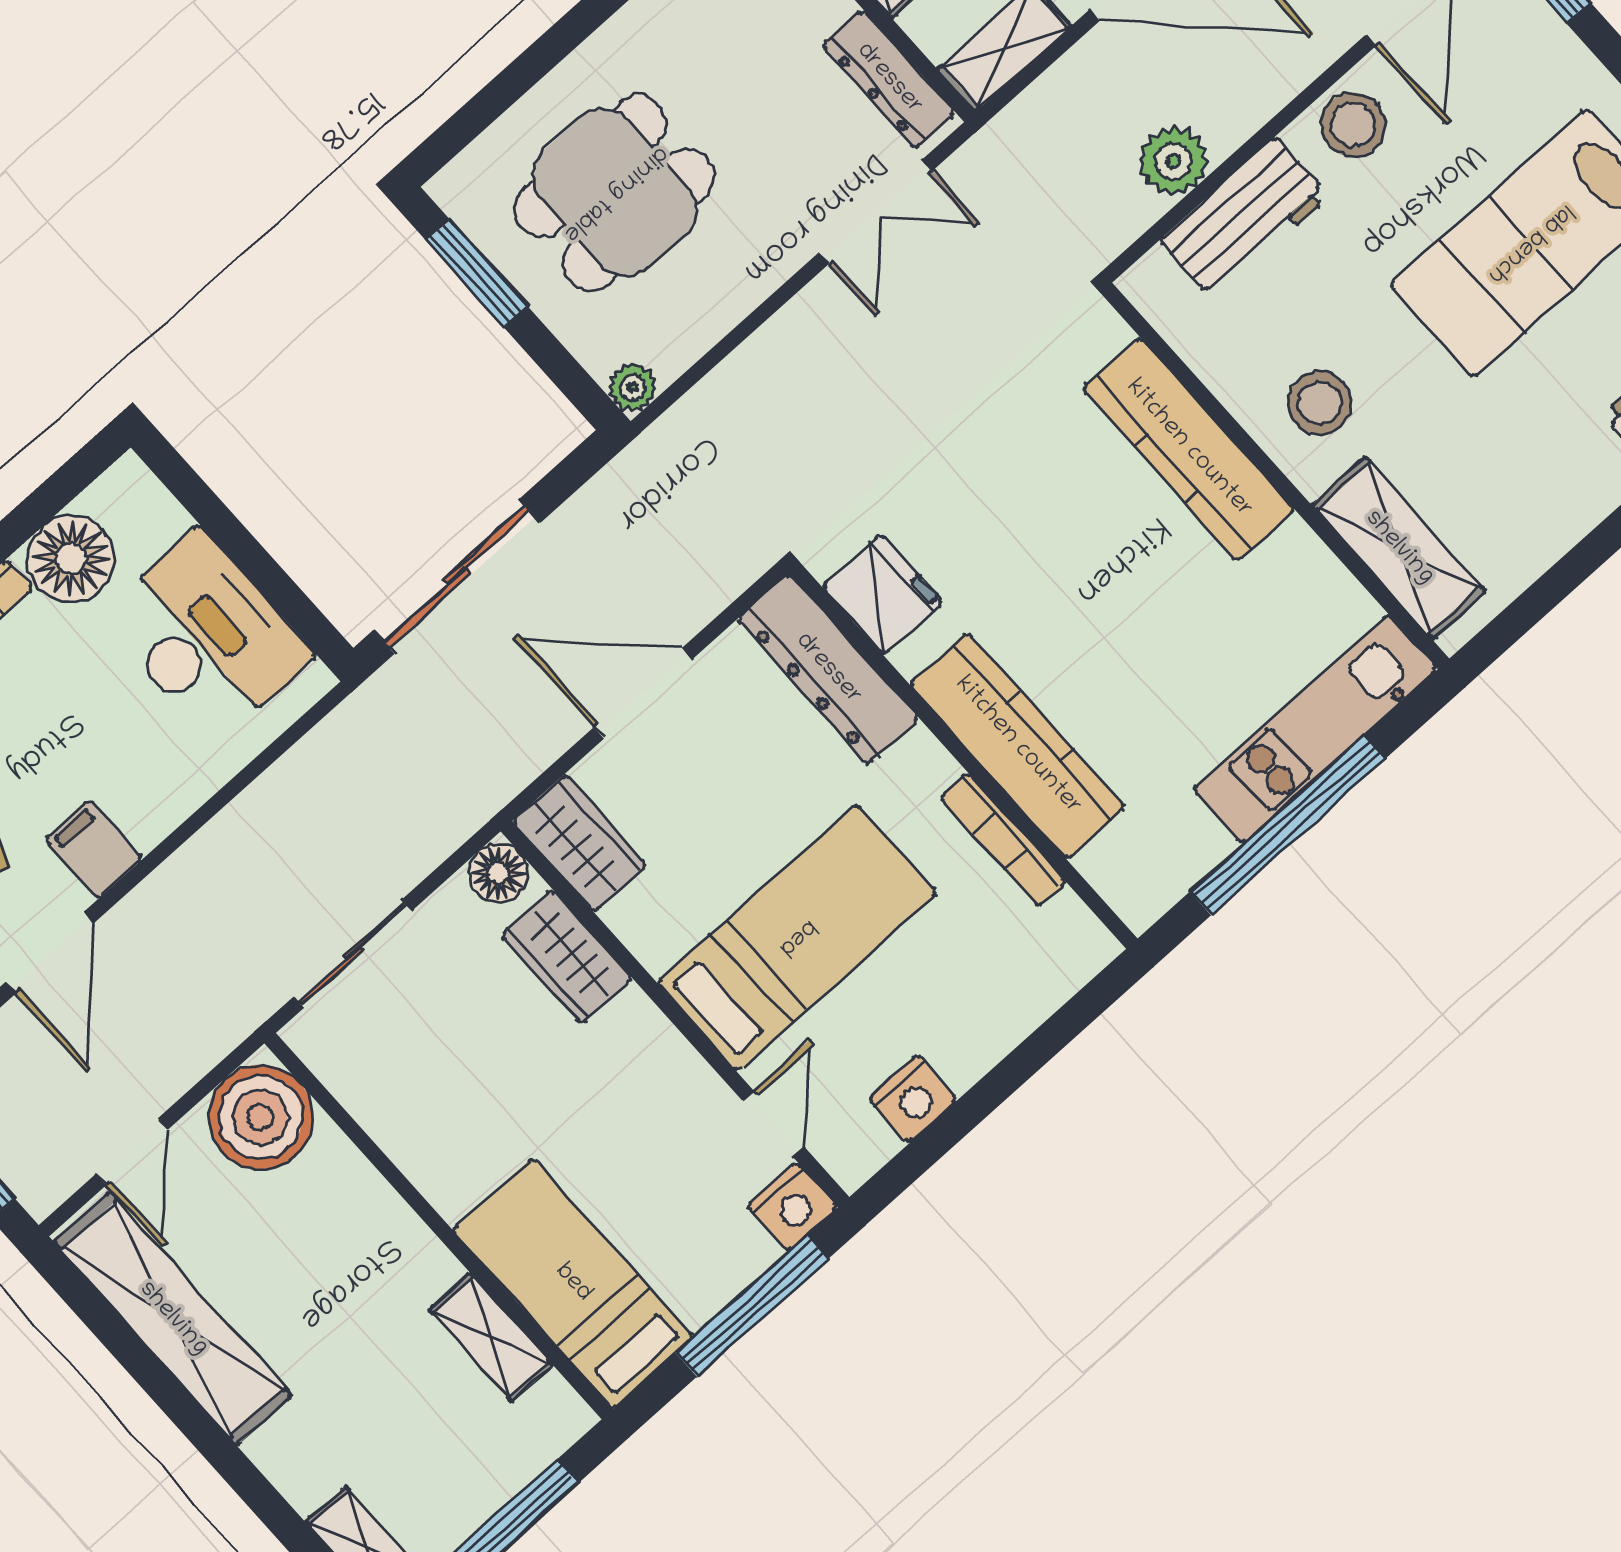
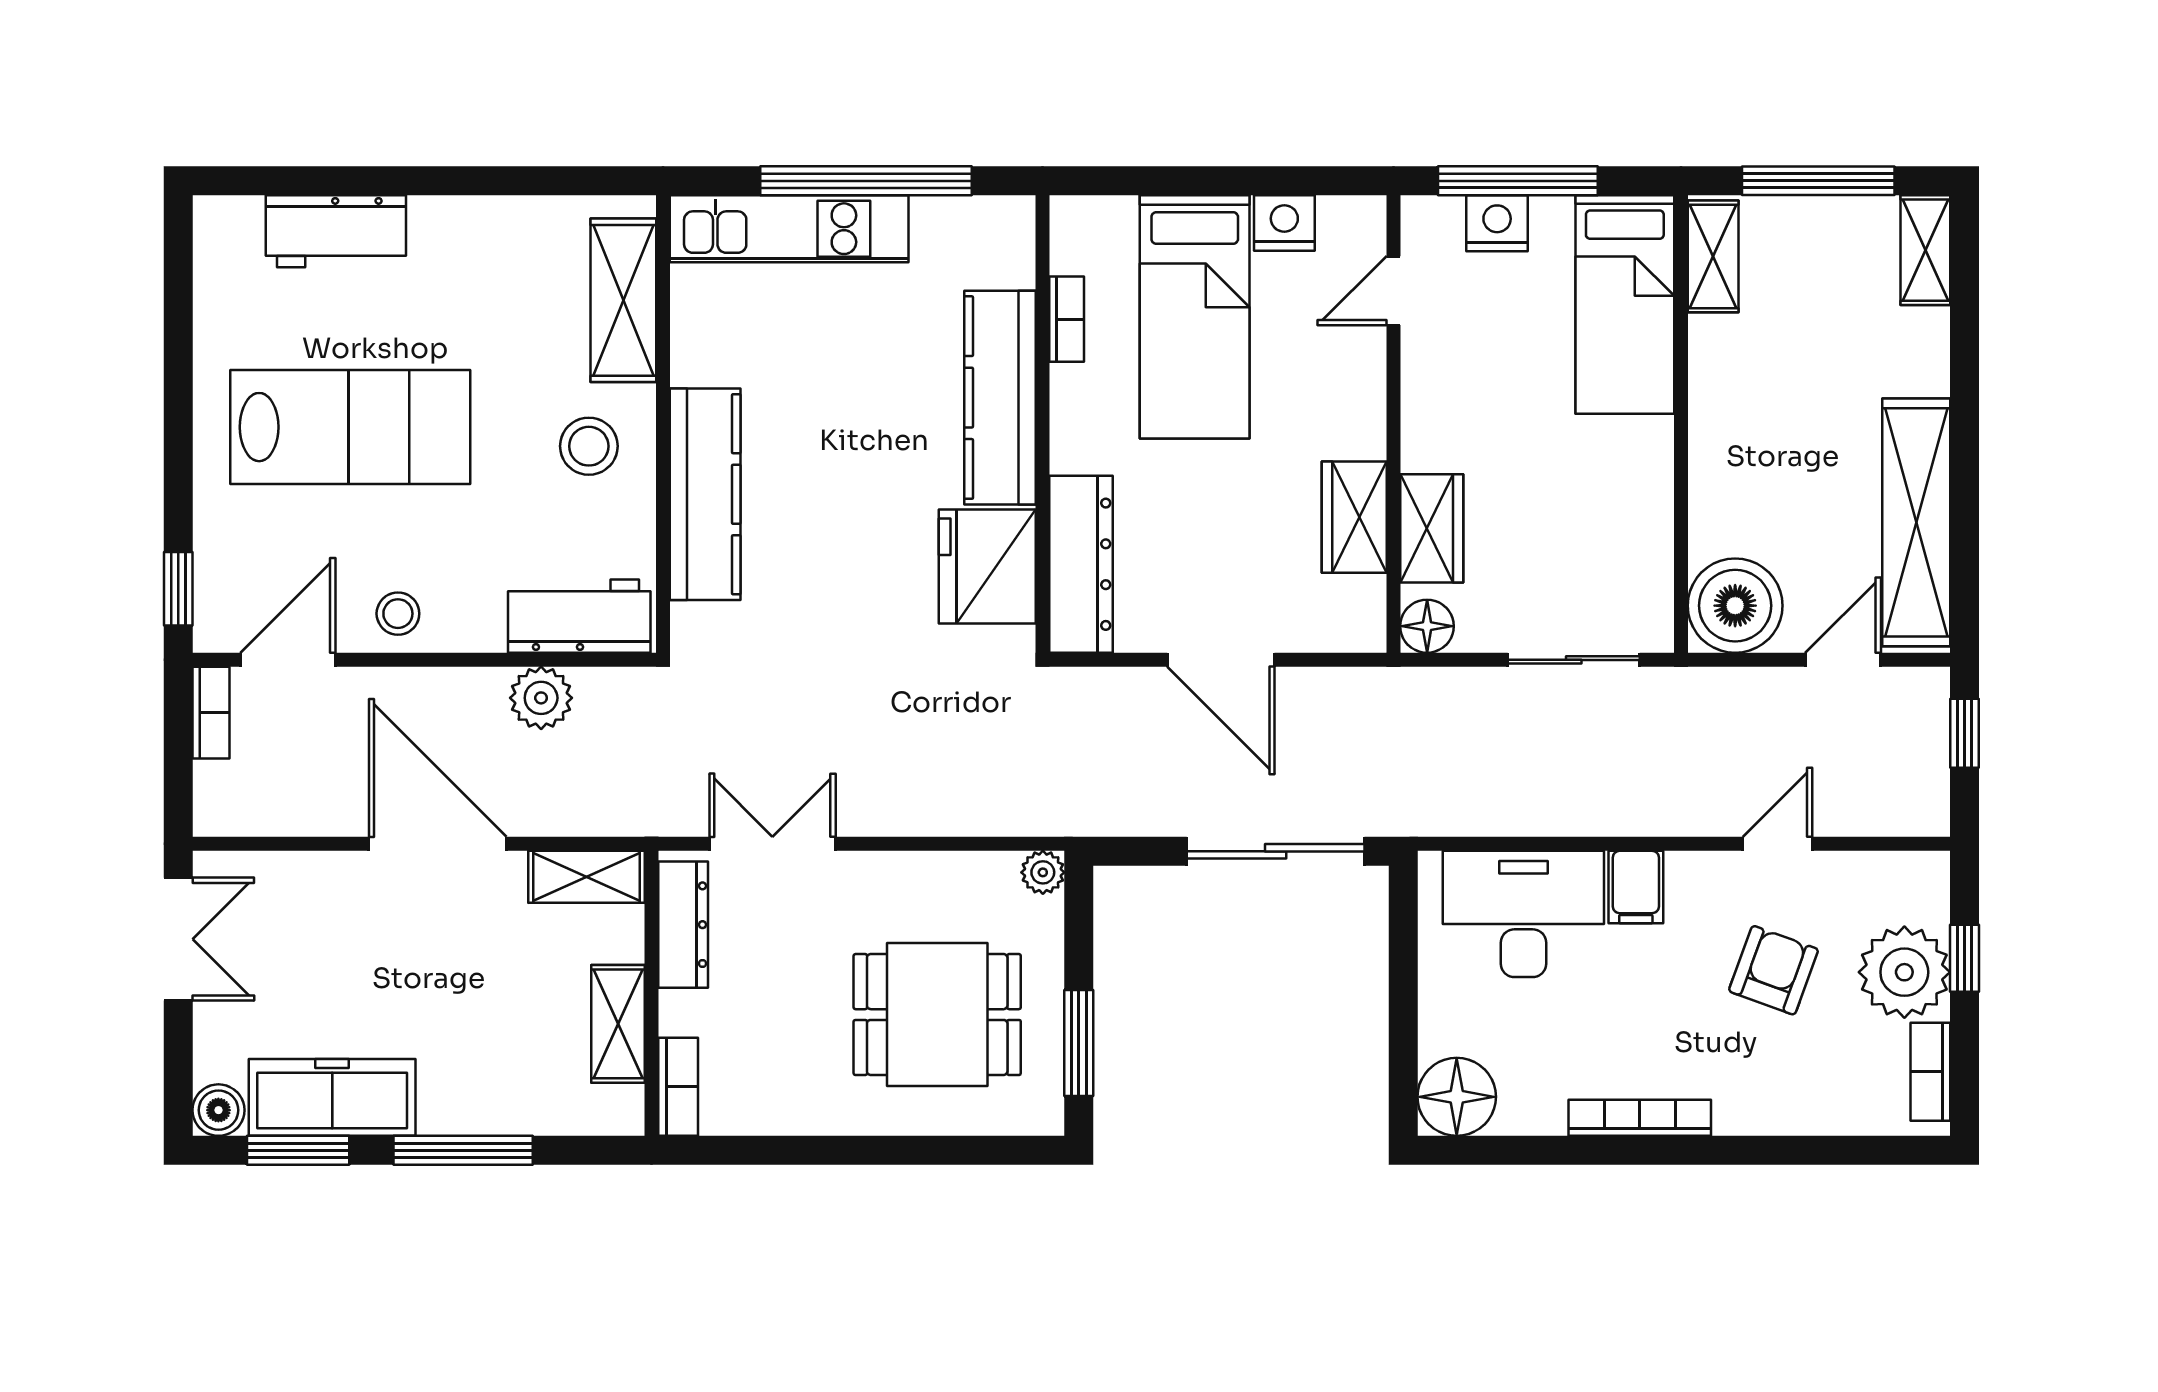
stool: (1353, 125) -> (398, 614), width x0.73, depth x0.73
workbench: (1244, 218) -> (579, 616), moved
floor lamp: (71, 558) -> (1457, 1097), moved
fridge: (882, 594) -> (987, 566), width x1.36, depth x1.34
desk: (206, 636) -> (1523, 914), moved, turned 90
bookcase: (1003, 840) -> (1067, 319), width x0.64
wardrobe: (580, 843) -> (1354, 517), moved
filing cabinet: (94, 849) -> (1636, 887), moved
bed: (797, 937) -> (1195, 317), moved, turned -90
door: (50, 952) -> (1778, 844), width x0.73
nightstand: (792, 1207) -> (1497, 223), moved
shelving: (491, 1337) -> (1713, 256), moved

